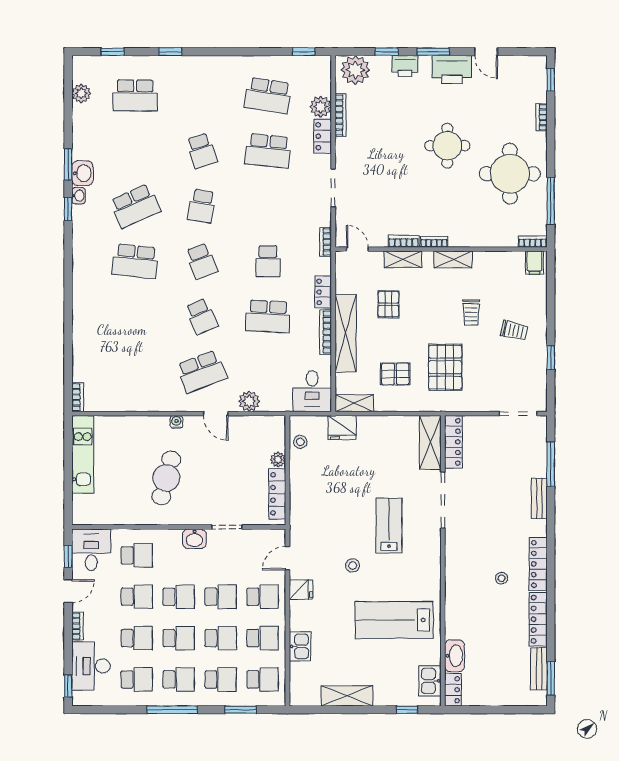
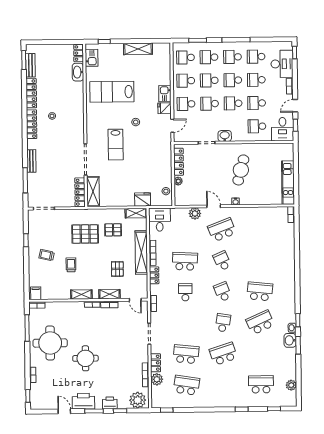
school desk: (202, 151) -> (223, 354), width x1.85
pallet: (445, 367) -> (85, 234), turned 90
lab bench: (394, 620) -> (112, 92), turned 180
kitchen sink: (300, 646) -> (165, 94), moved

